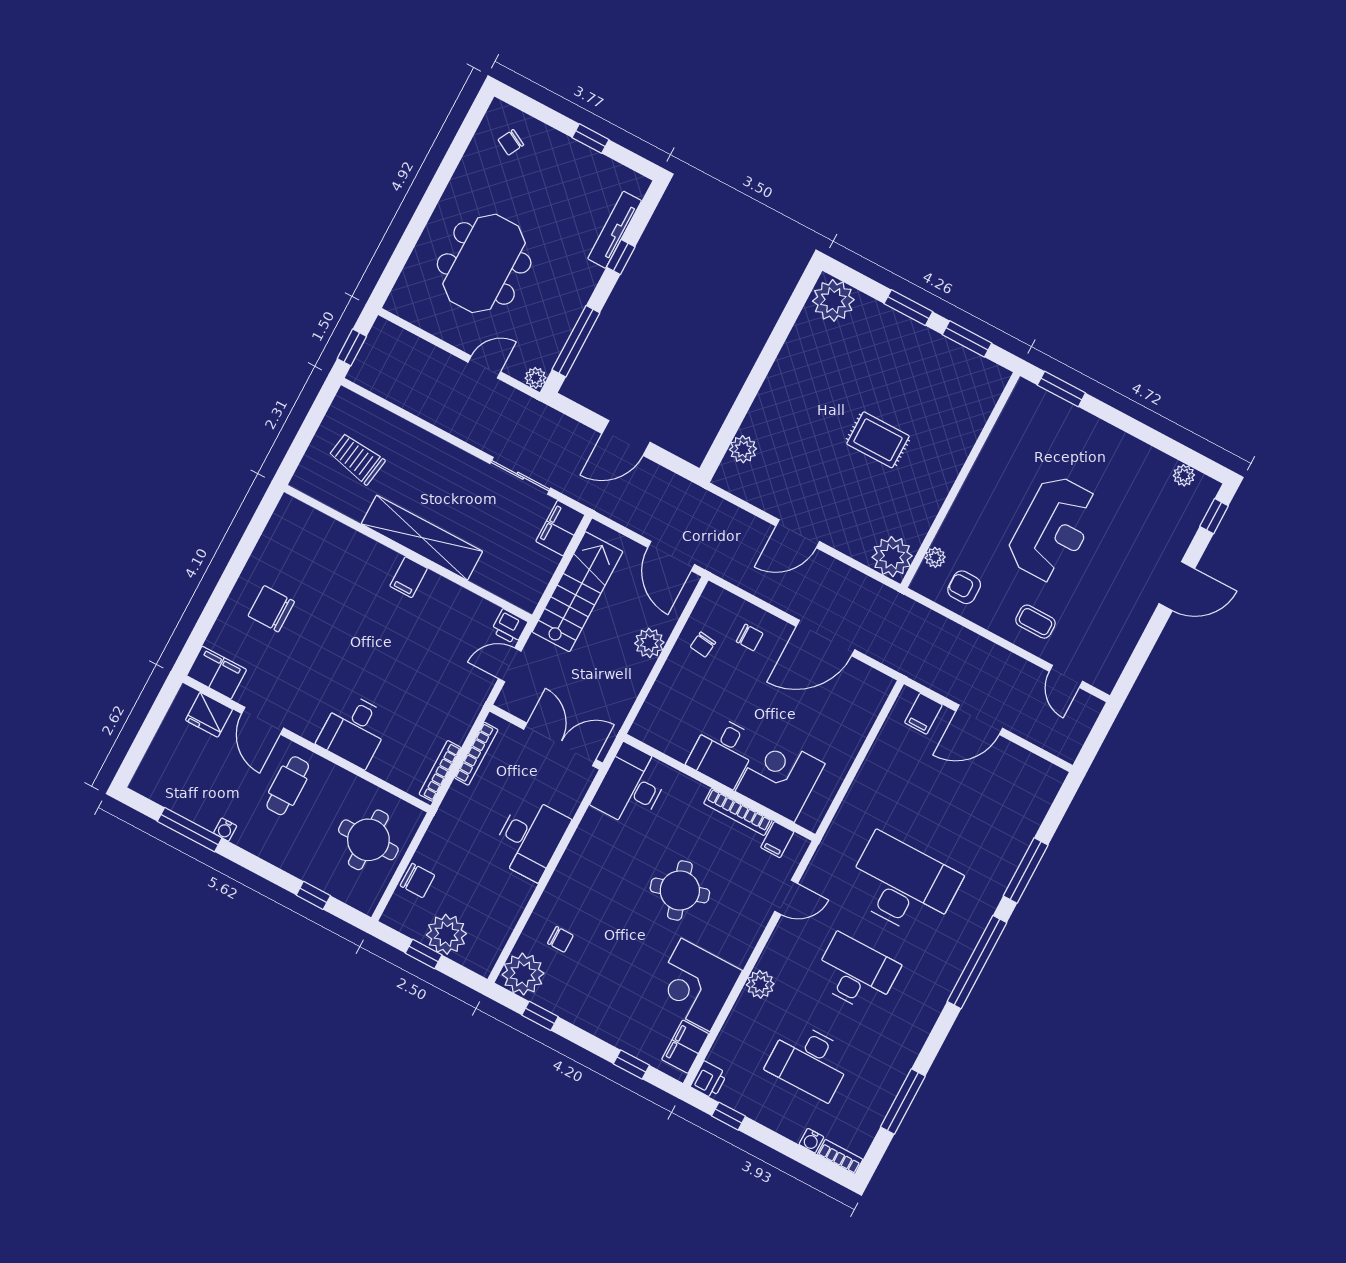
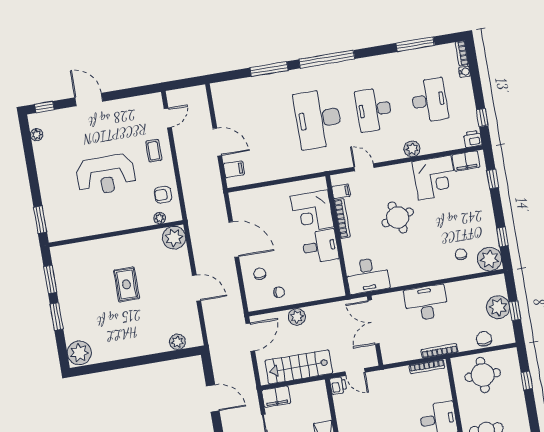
reception desk: (1053, 529) -> (106, 175), turned 180
armchair: (964, 587) -> (163, 195), turned 90
bookcase: (476, 754) -> (439, 351), moved

